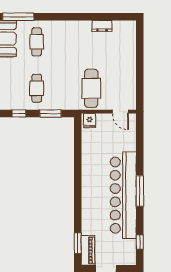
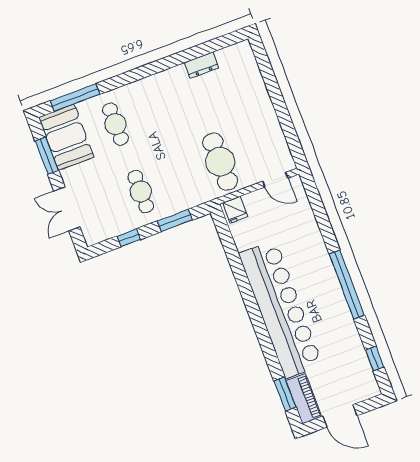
window: (140, 191) -> (347, 284), width x1.46
bar counter: (123, 195) -> (280, 309), moved, turned 180

